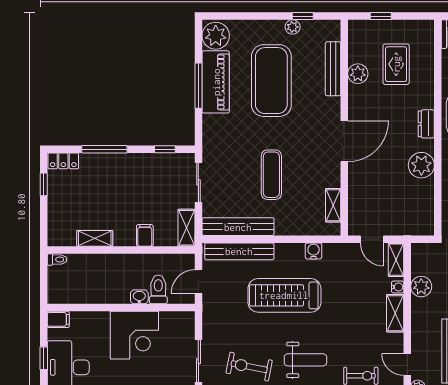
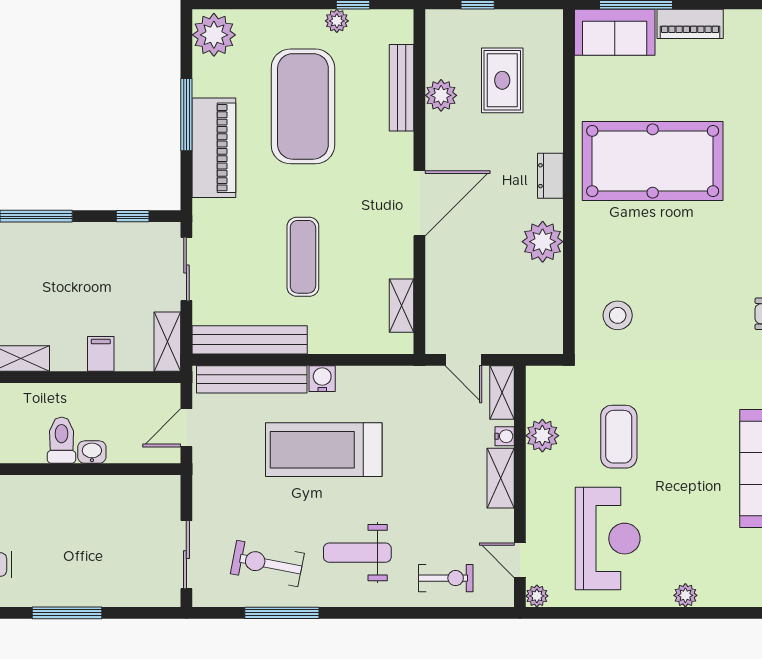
piano: (216, 82) -> (214, 148), moved
water cooler: (314, 251) -> (322, 379), moved
toilet: (158, 289) -> (62, 440), moved
corner desk: (134, 335) -> (84, 513), removed
weight bench: (305, 360) -> (357, 553), turned 180

